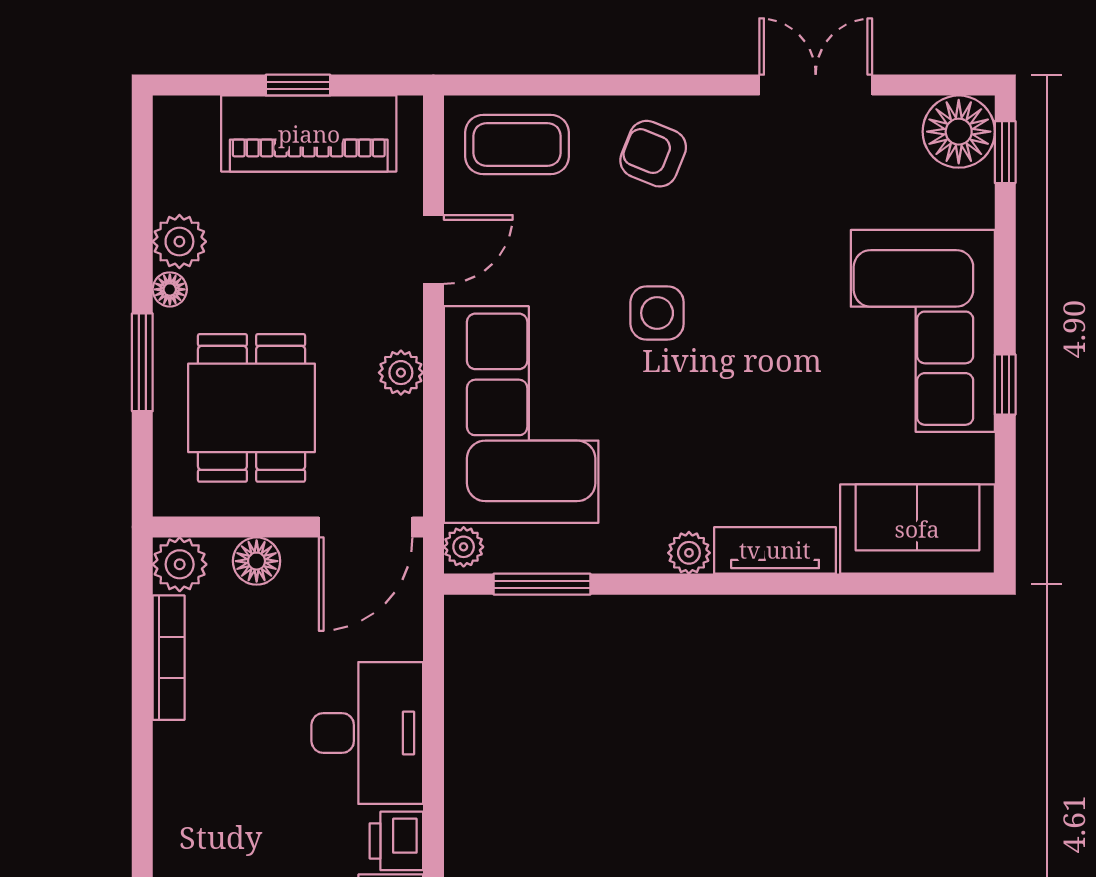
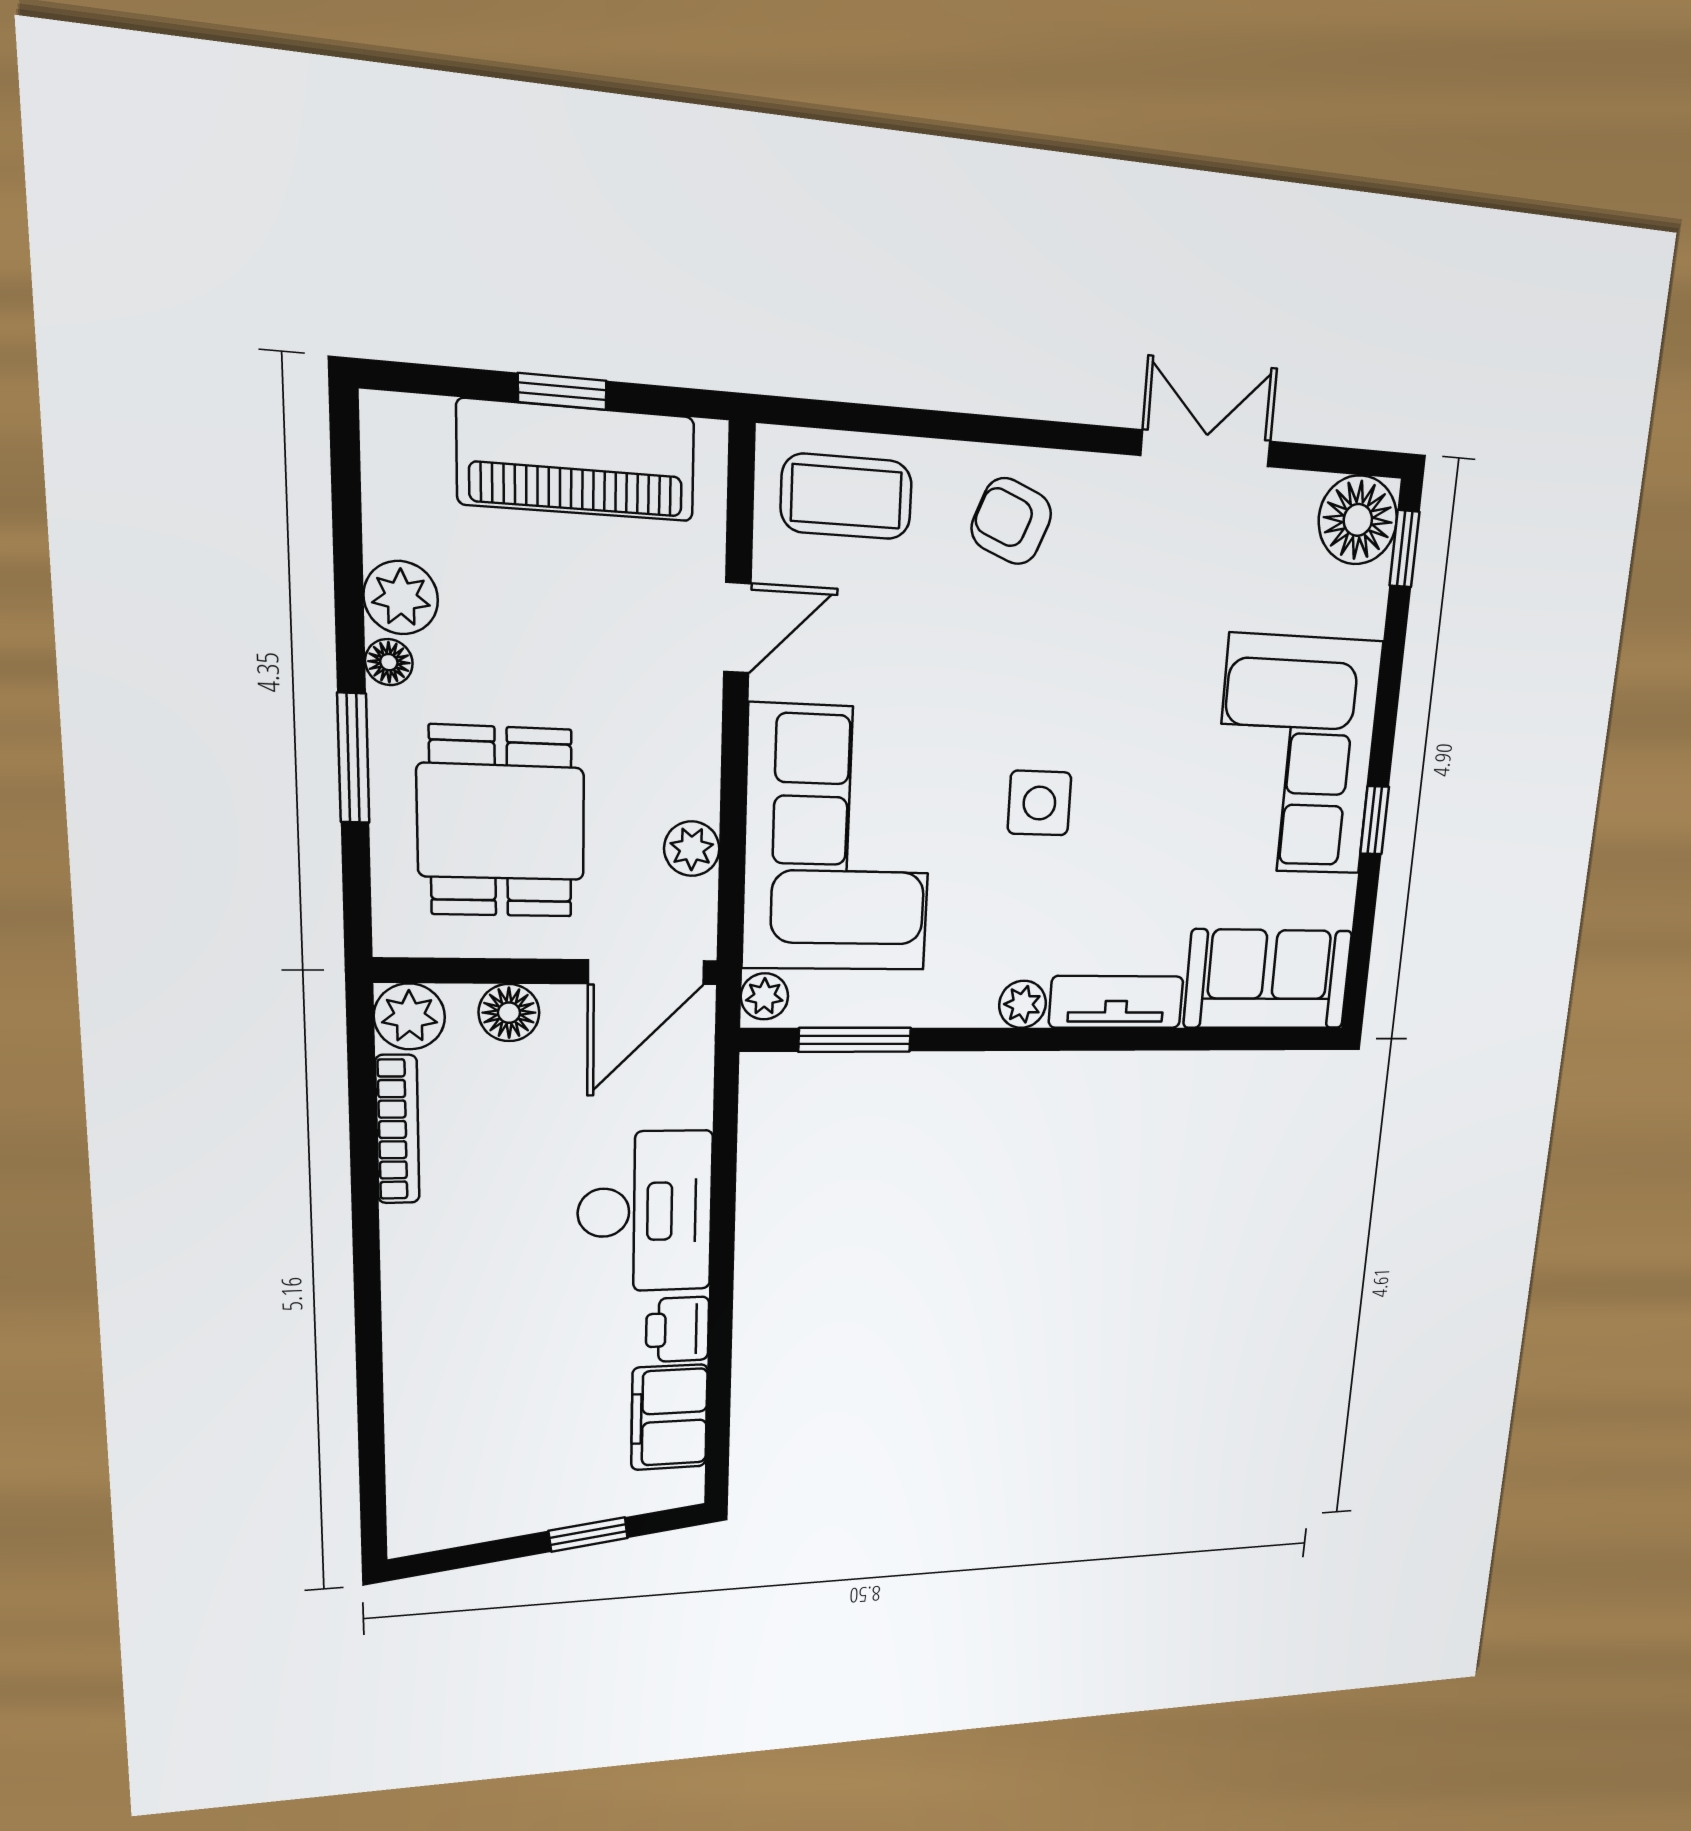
side table: (657, 313) -> (1039, 803), moved
plant: (401, 373) -> (692, 849), moved

